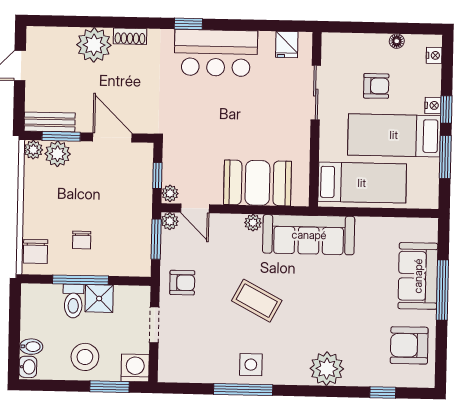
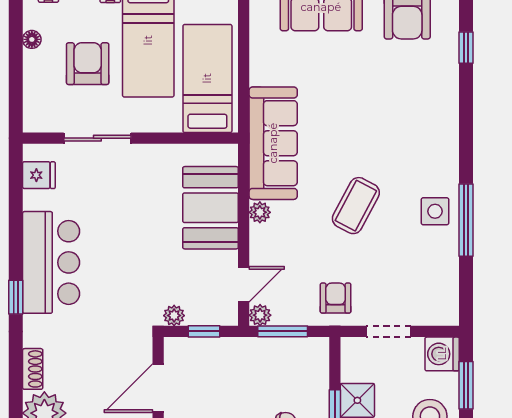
armchair: (376, 86) -> (88, 64), width x1.38, depth x1.38
plant: (170, 193) -> (174, 316), moved
plant: (327, 369) -> (438, 117), removed

